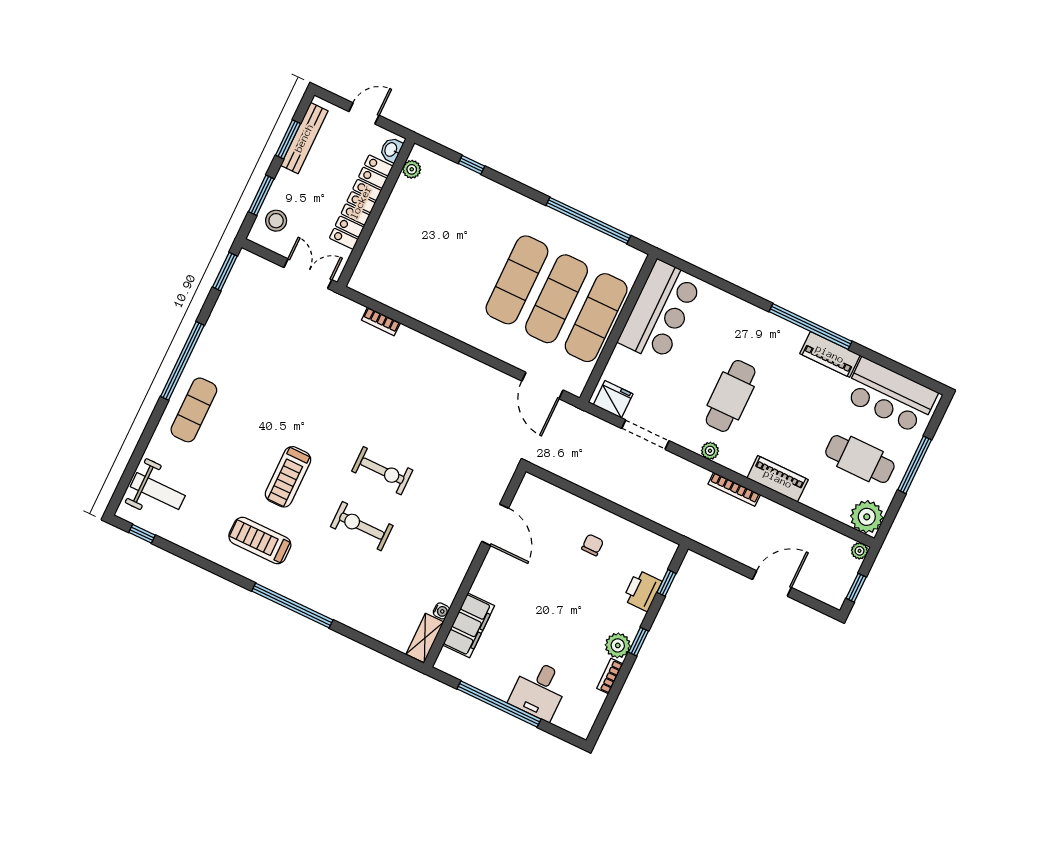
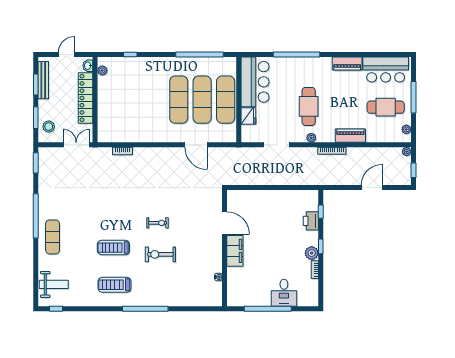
window: (810, 326) -> (296, 54), moved
door: (543, 385) -> (196, 145), moved
fridge: (613, 399) -> (248, 116), moved, turned 90
exercise bike: (382, 471) -> (158, 223), width x0.73, depth x0.72
treadmill: (288, 477) -> (113, 248), turned 90
plant: (867, 517) -> (406, 129), width x0.53, depth x0.53
chair: (592, 545) -> (276, 210), removed
filing cabinet: (469, 625) -> (235, 251), moved
shelving: (425, 638) -> (217, 294), removed

